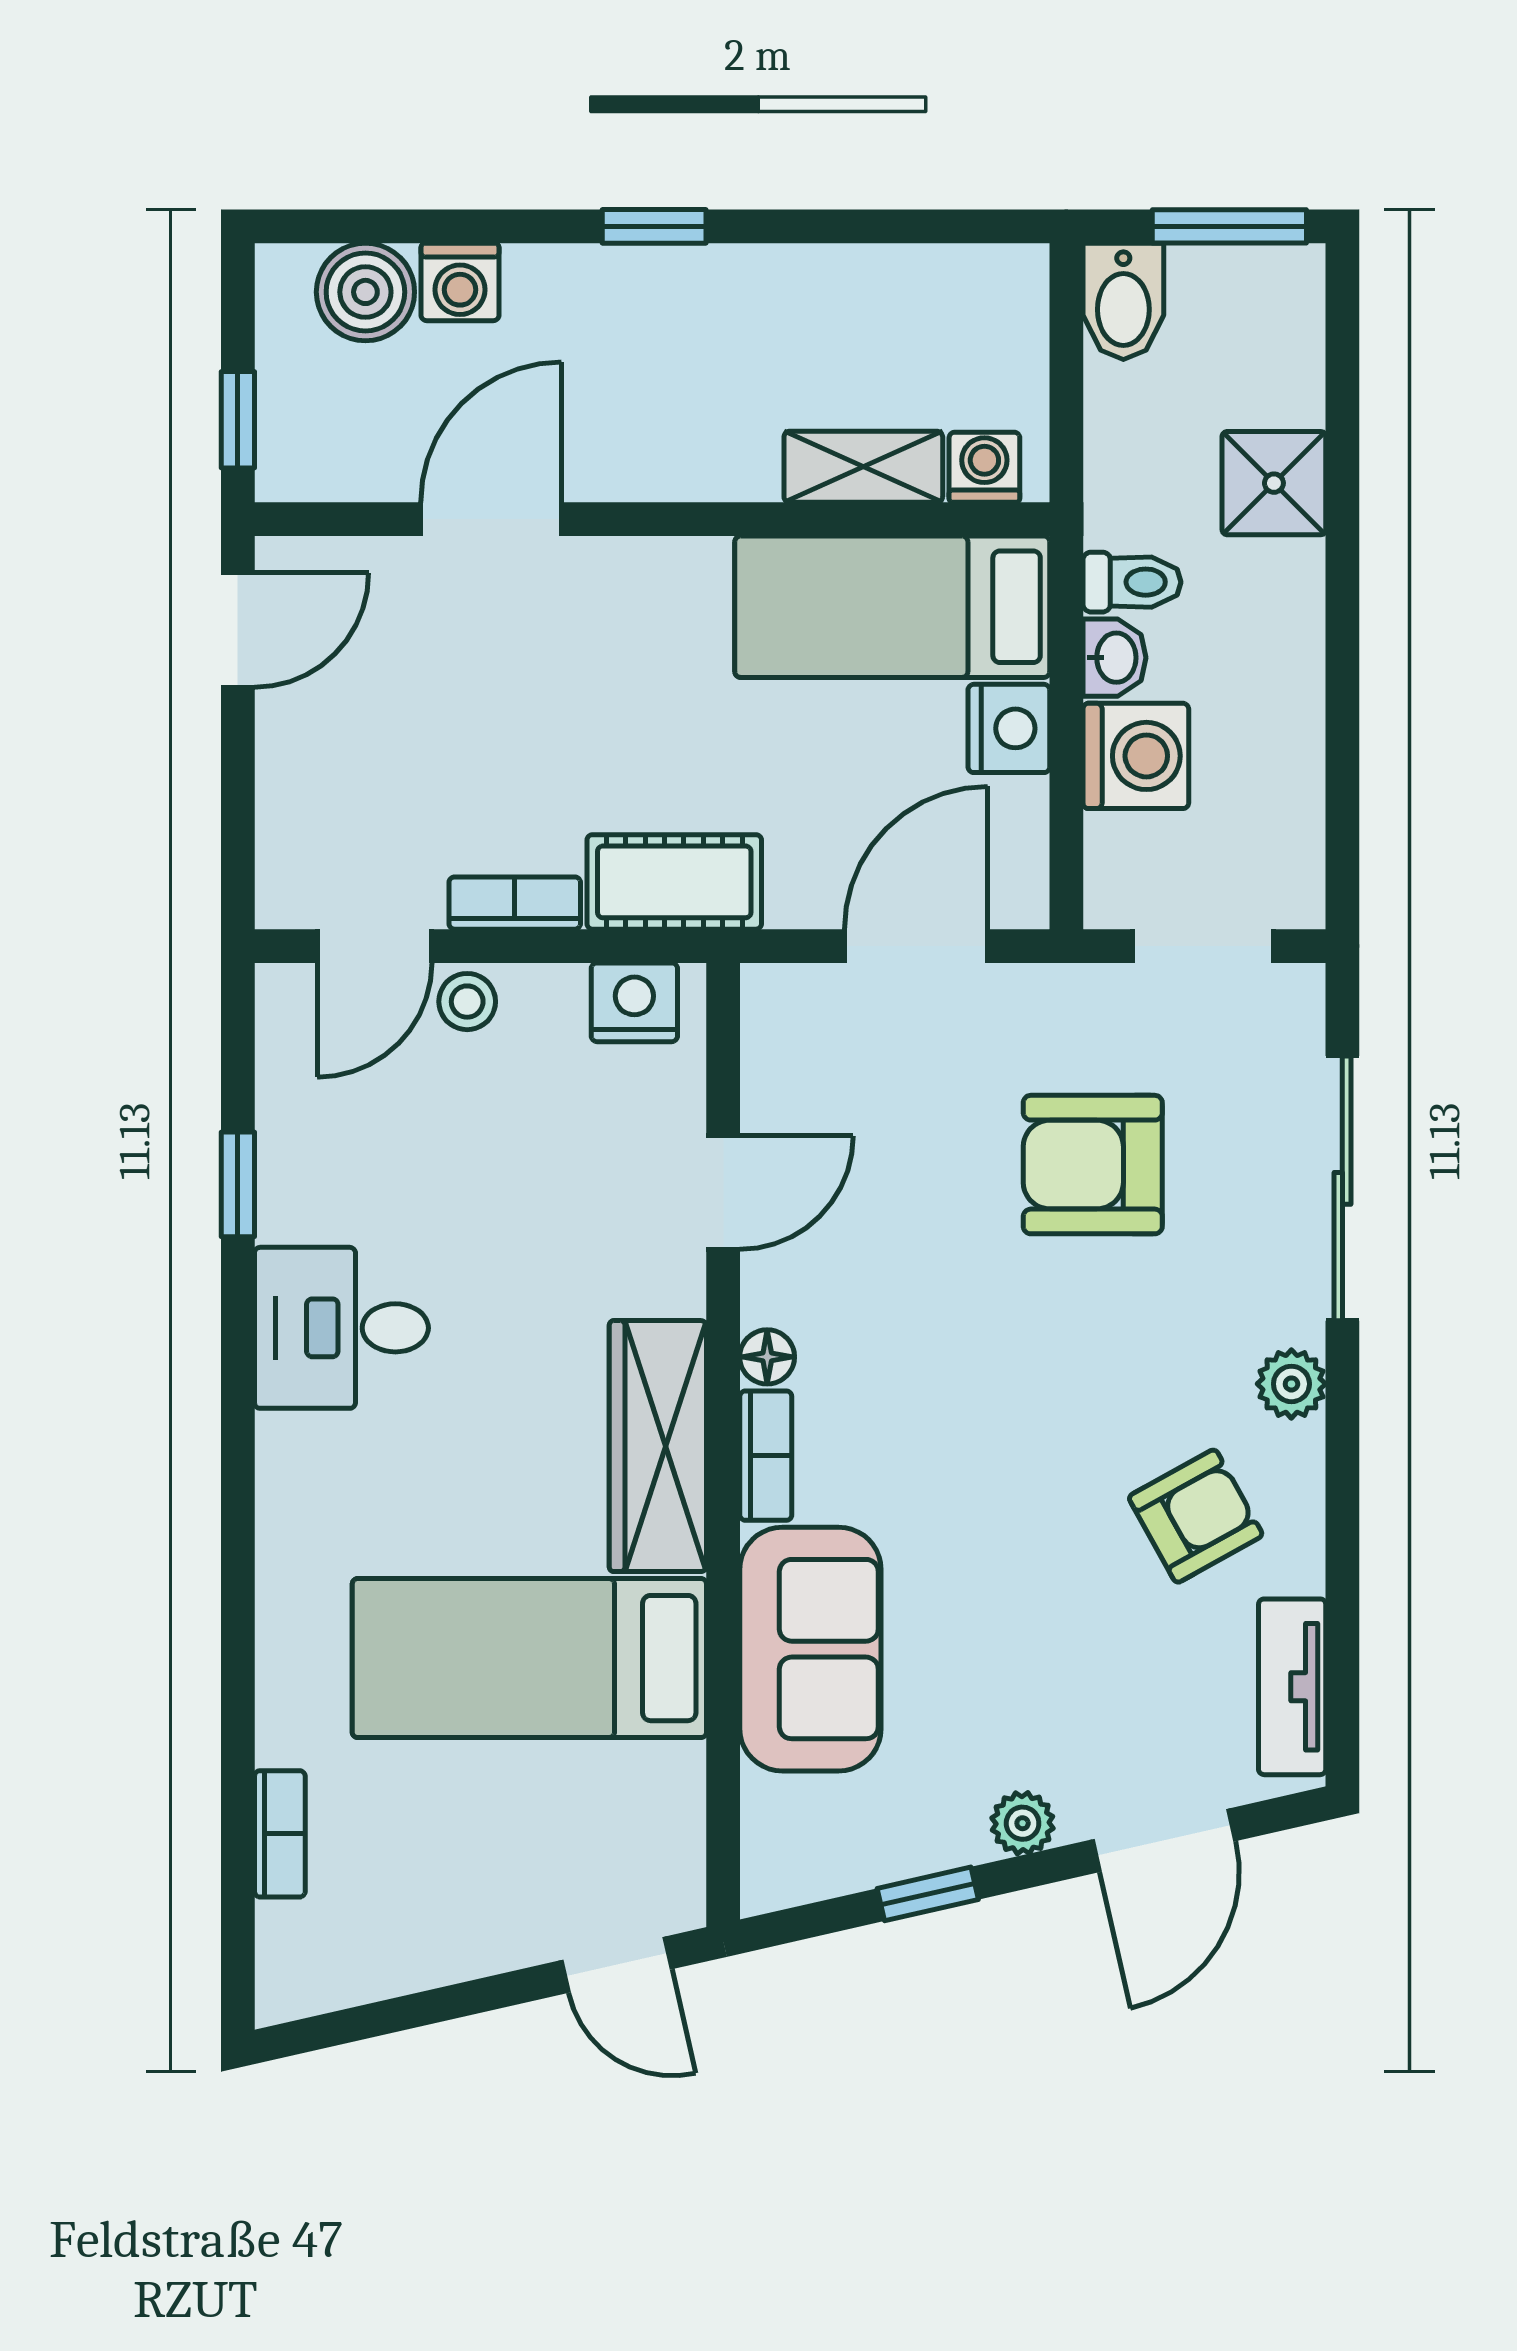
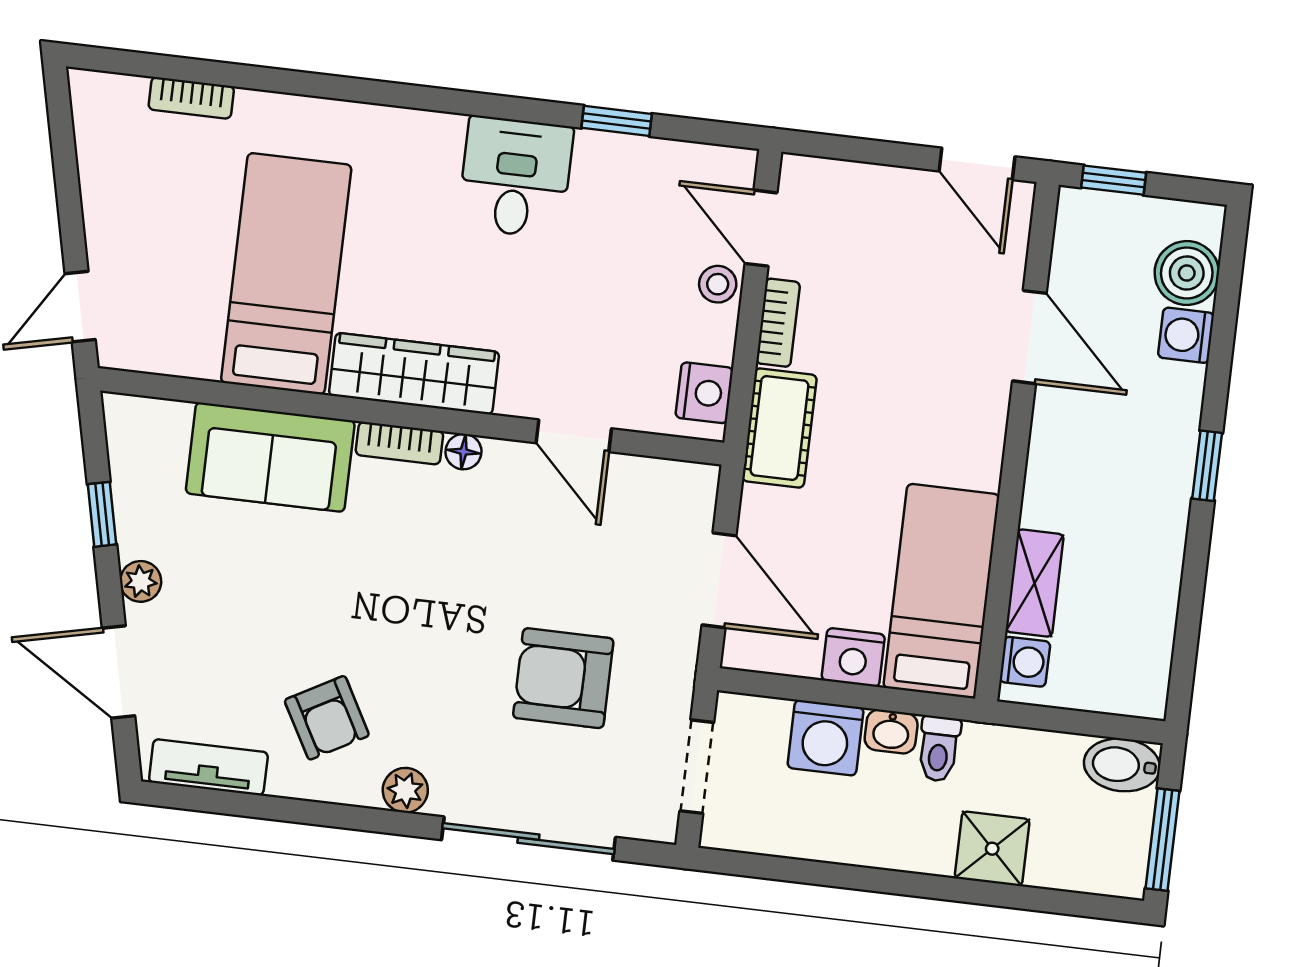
armchair: (1093, 1165) -> (563, 678), turned -90

